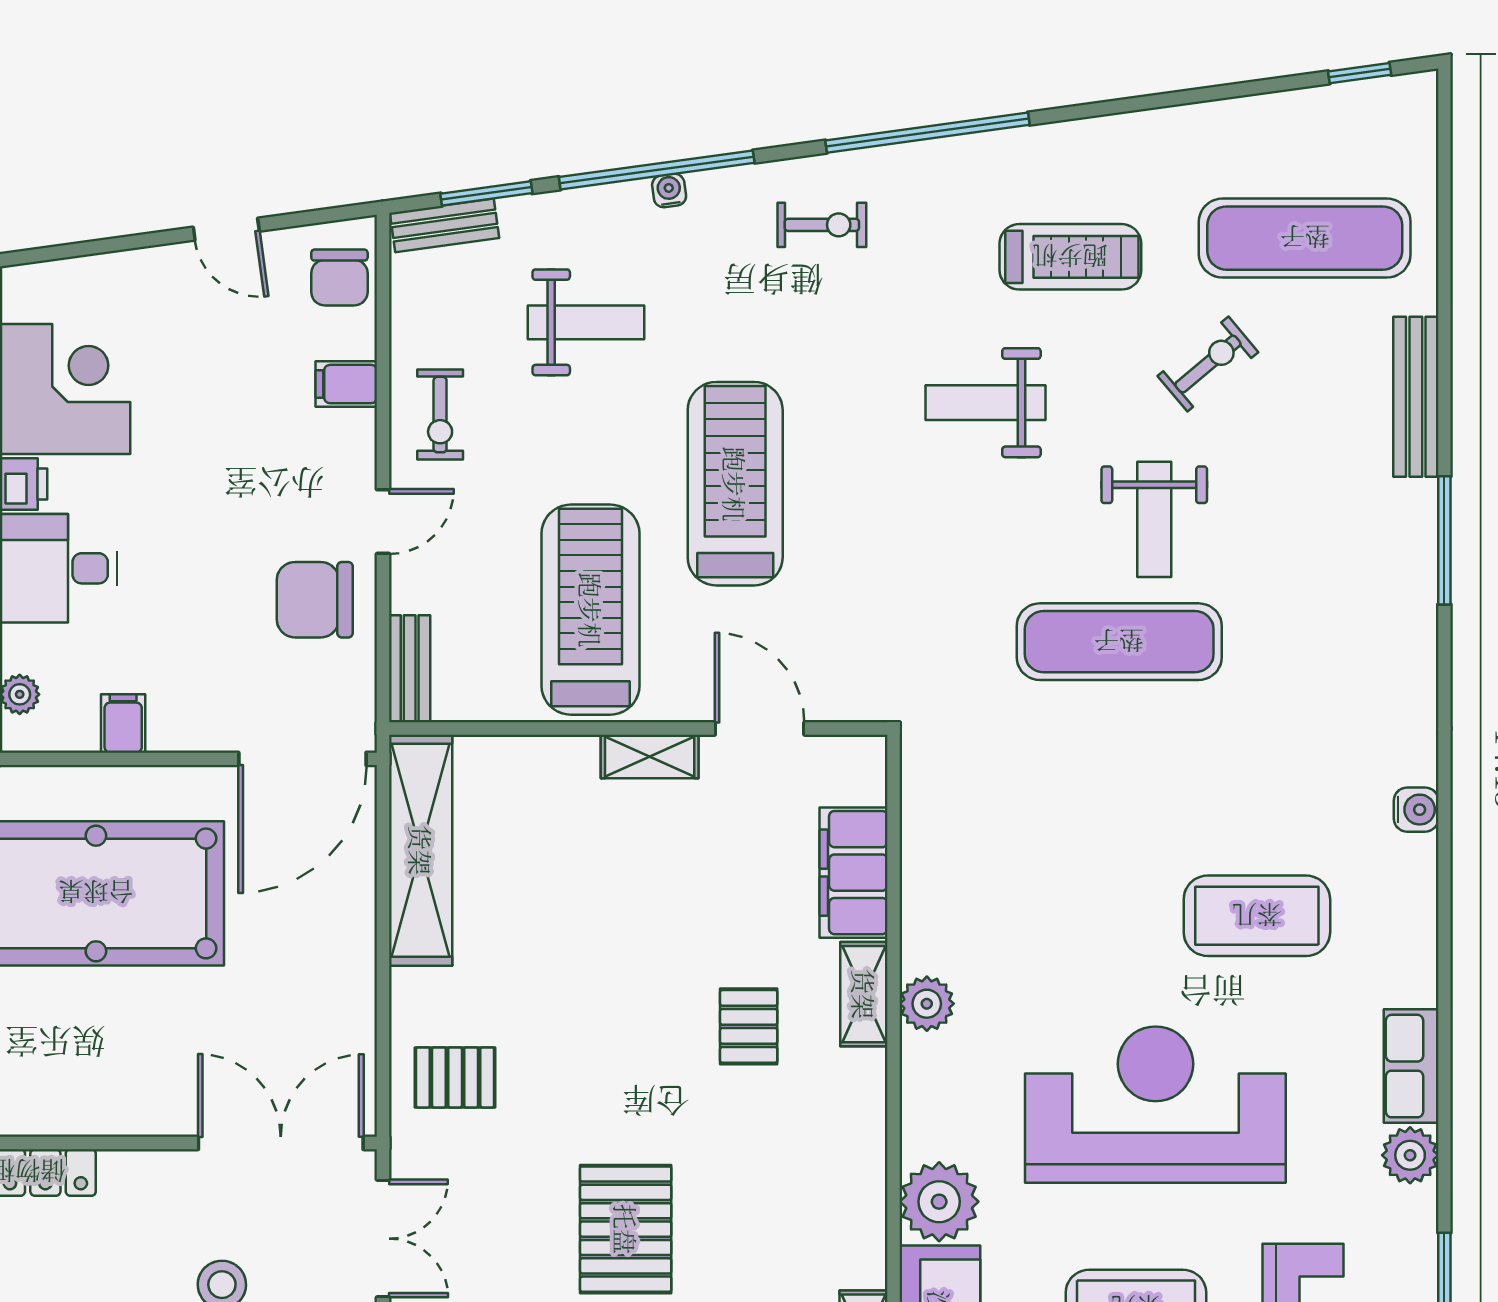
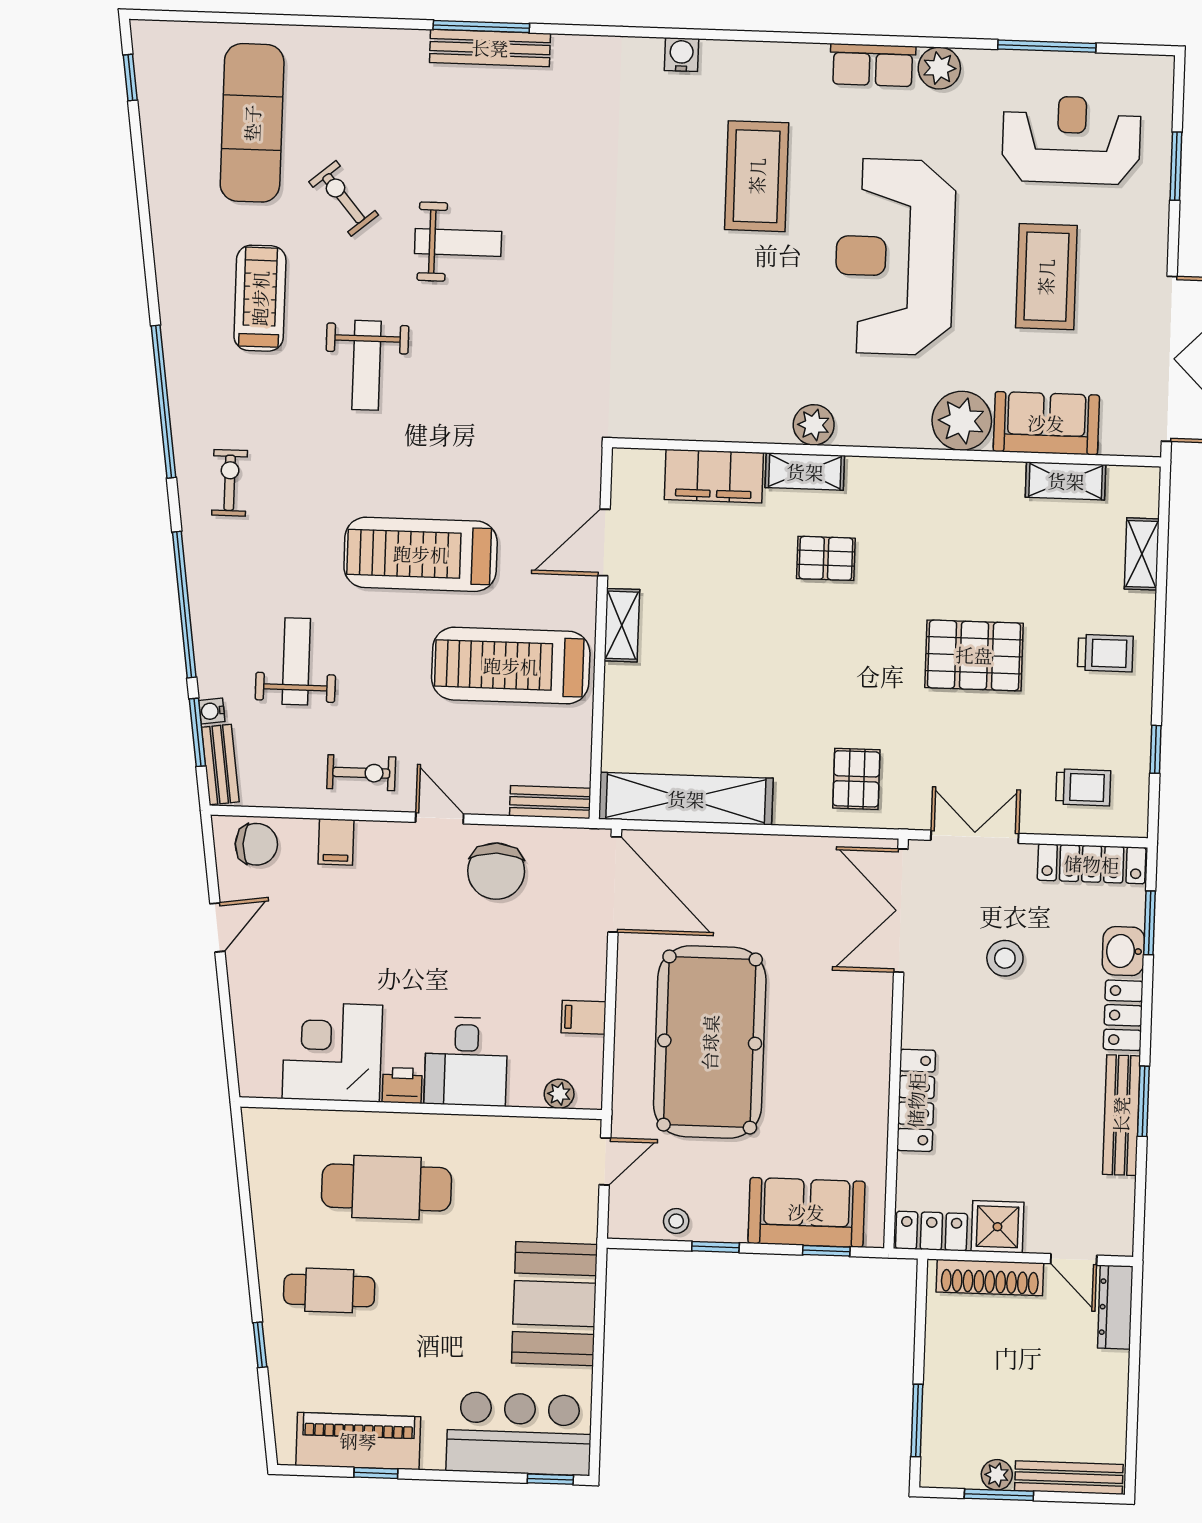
water cooler: (669, 190) -> (212, 711), moved
bench: (1416, 397) -> (490, 48), moved
exercise mat: (1119, 642) -> (548, 272), removed

